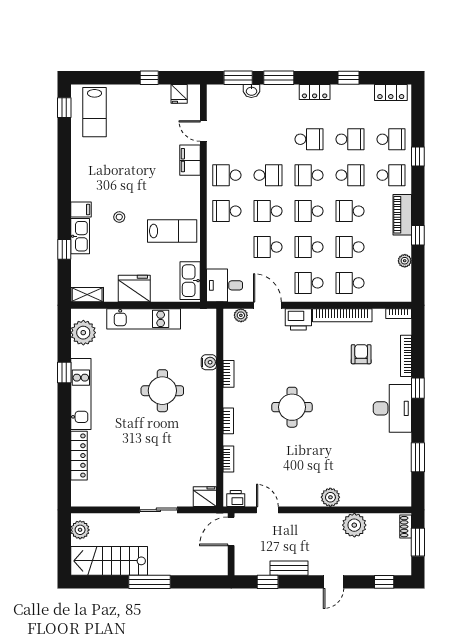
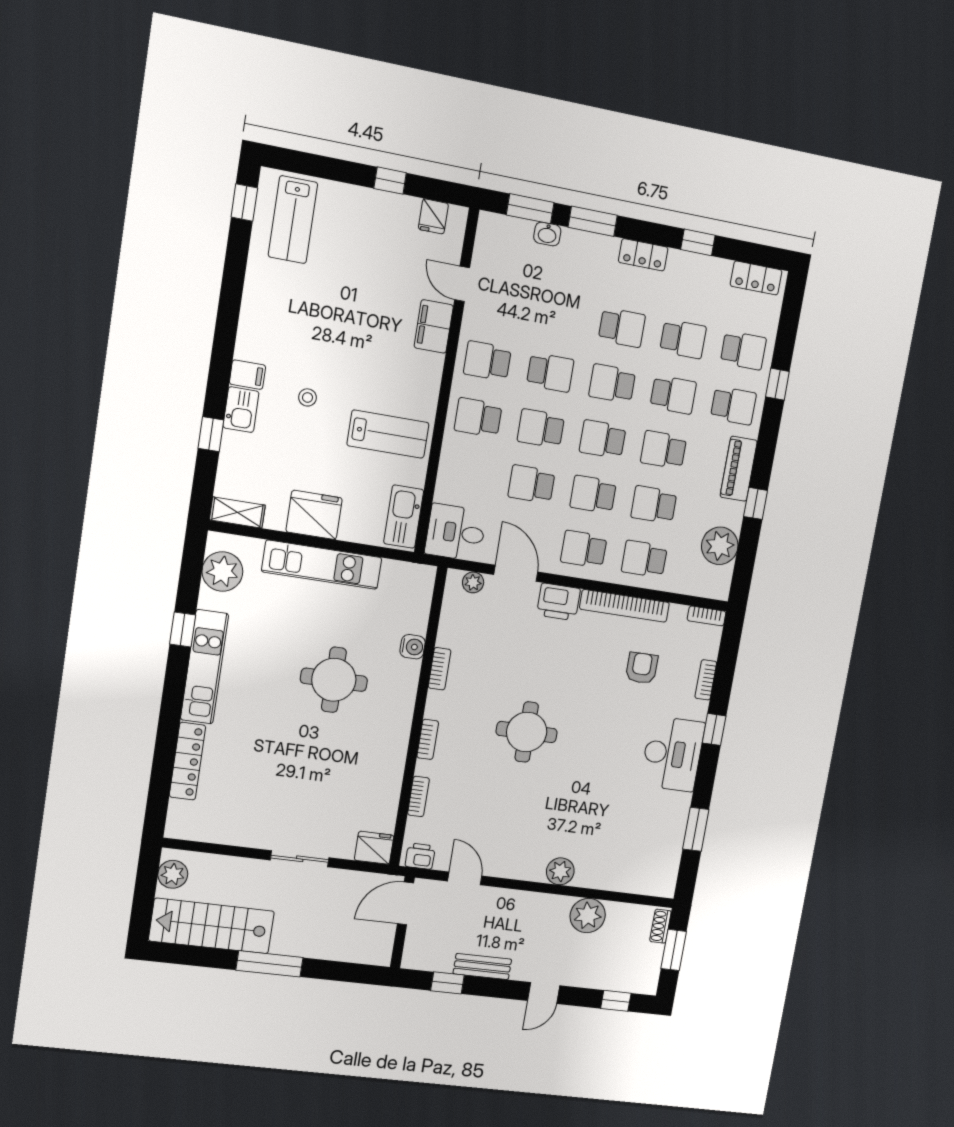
kitchen sink: (80, 236) -> (241, 410), width x0.73
plant: (405, 261) -> (720, 546), width x1.88, depth x1.88
bookcase: (406, 356) -> (706, 680), width x0.64

